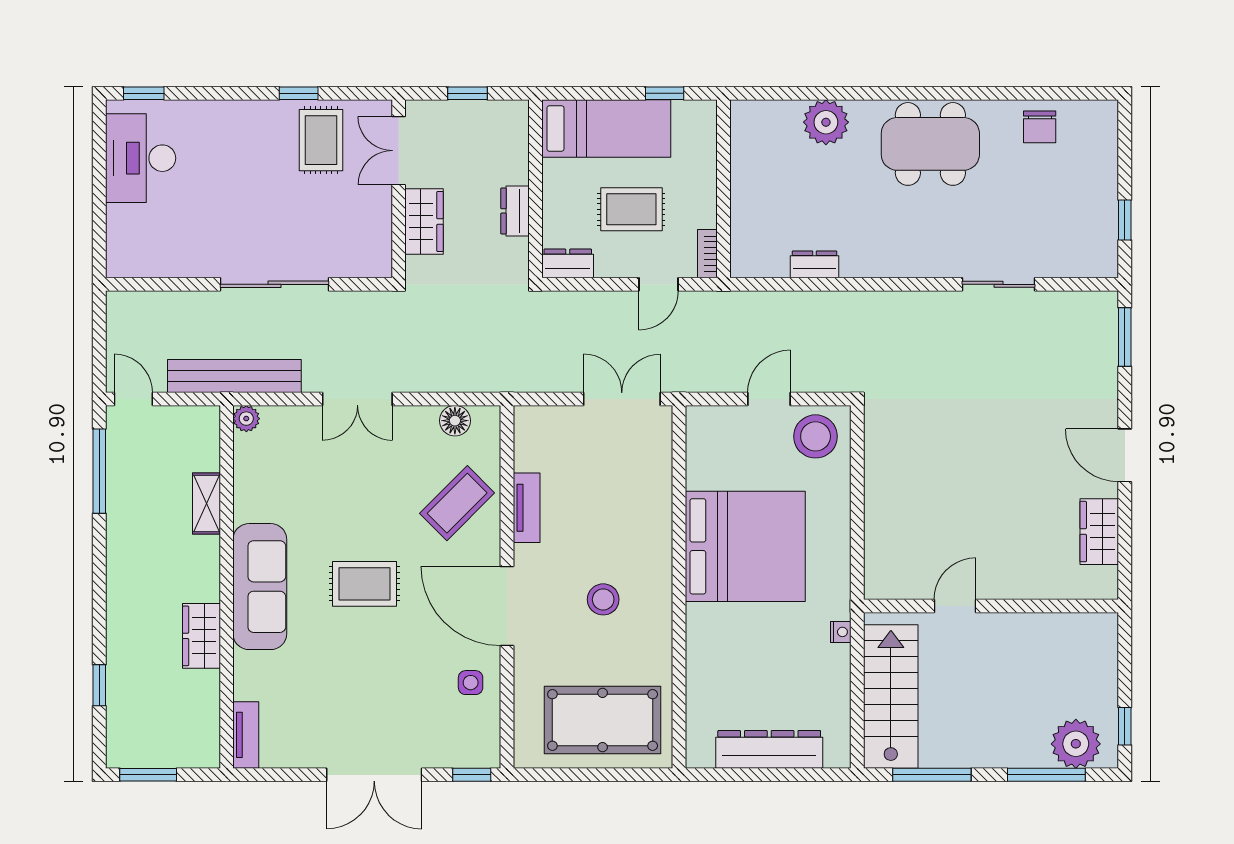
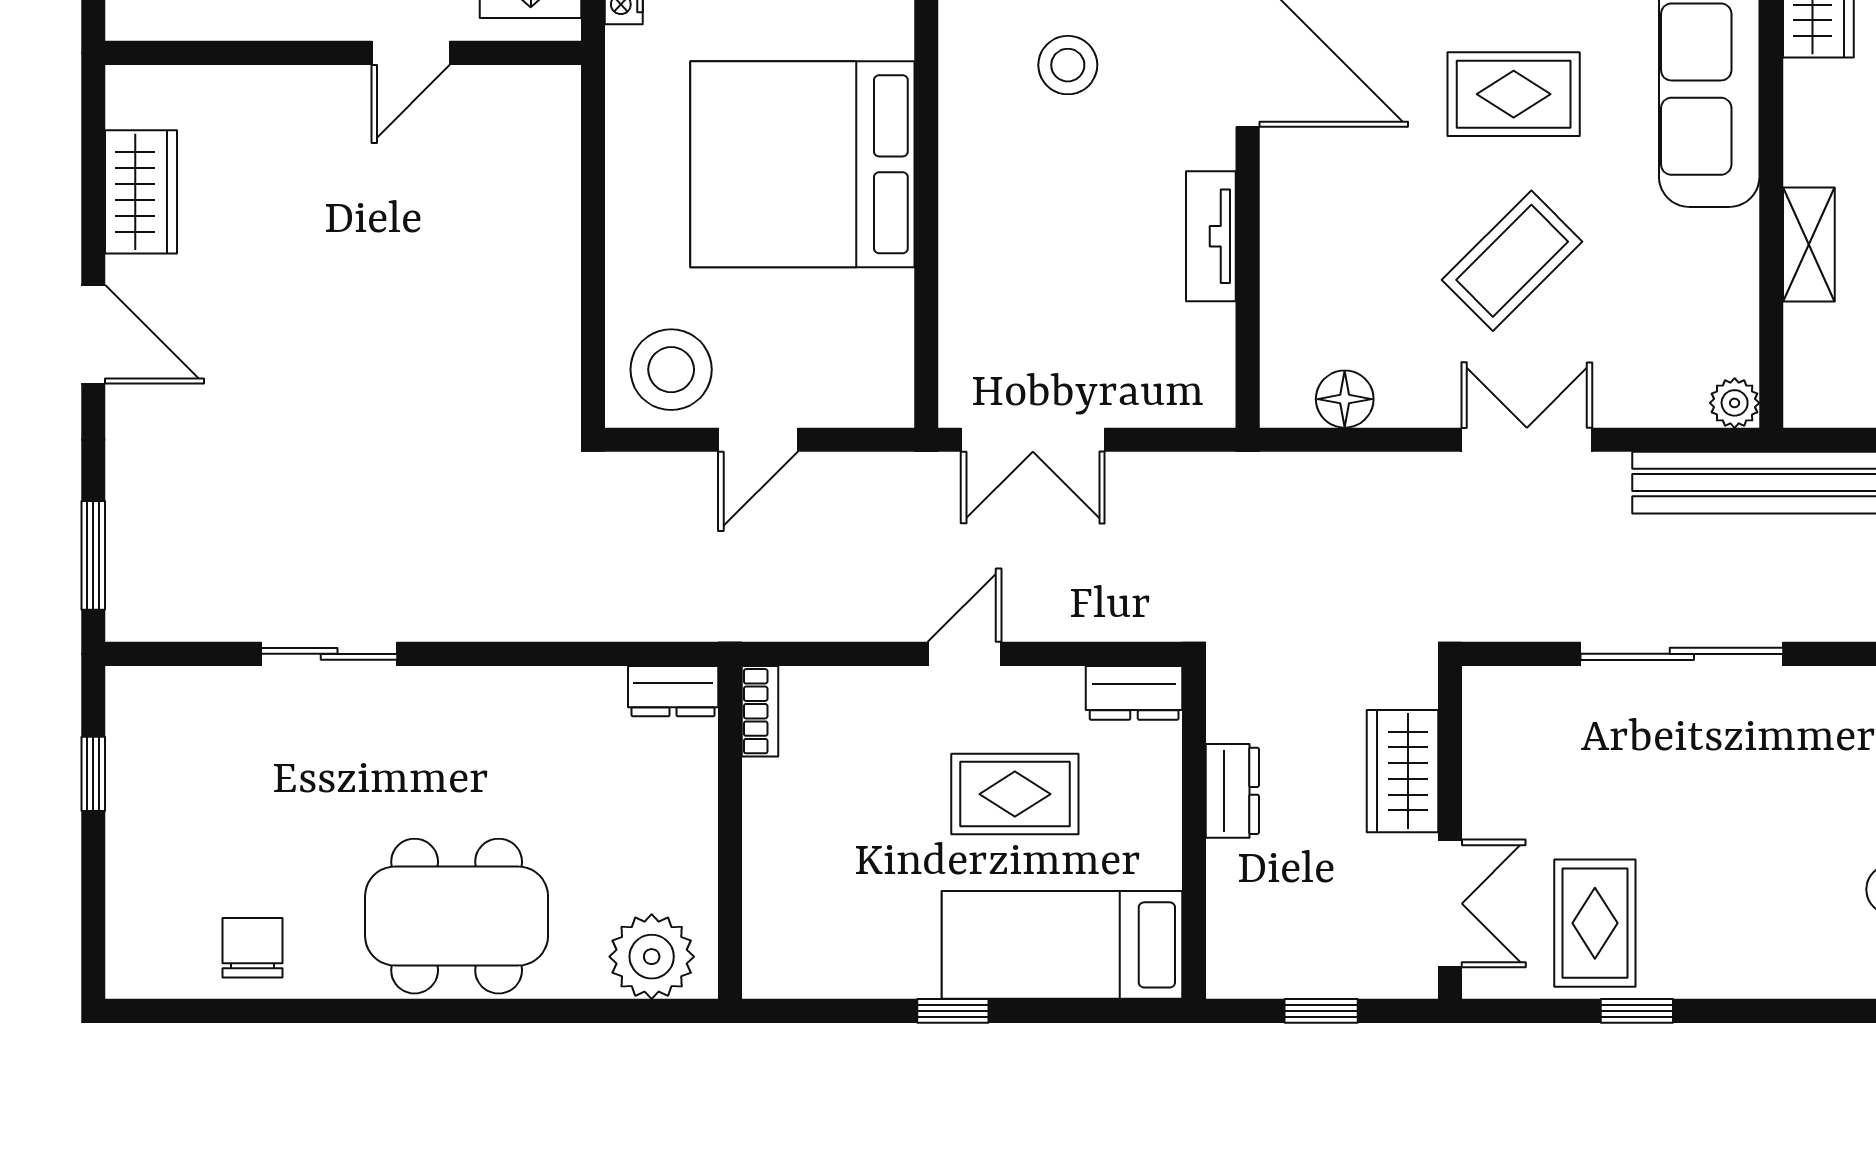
wall: (724, 189) -> (730, 832), moved
bookcase: (707, 254) -> (760, 711), moved
coffee table: (457, 503) -> (1512, 261), moved

